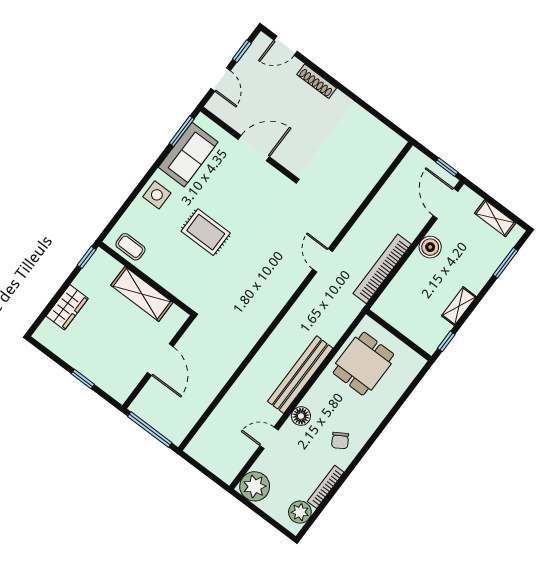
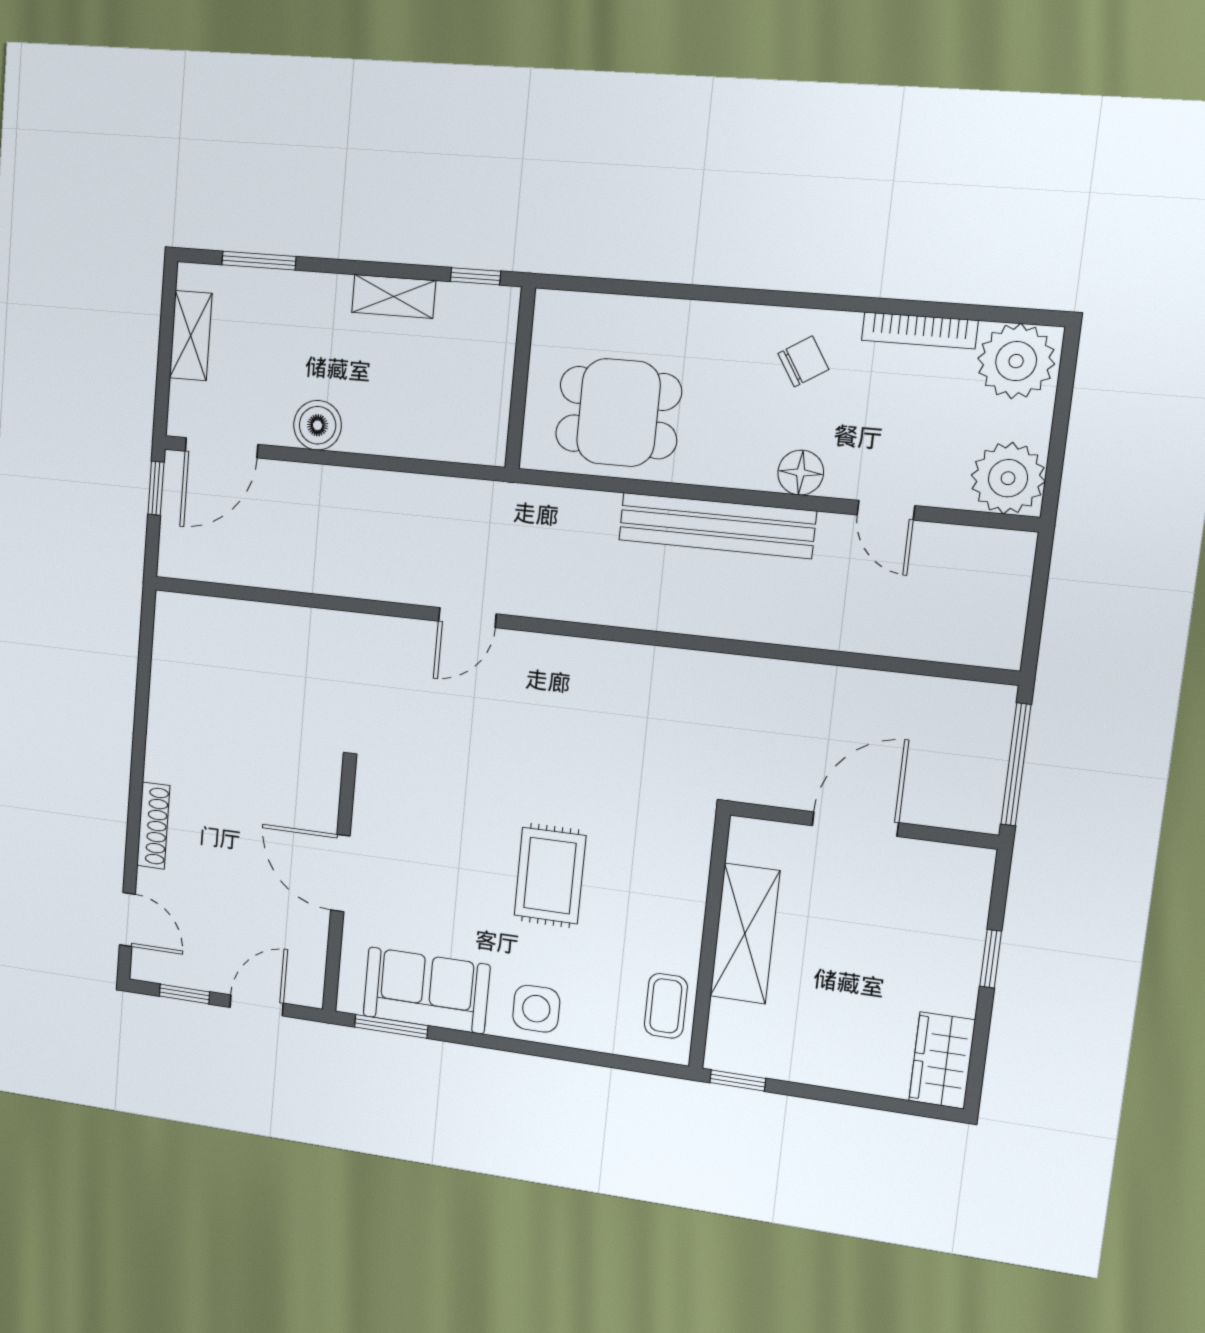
bookcase: (382, 269) -> (414, 492), removed
wardrobe: (67, 307) -> (942, 1060), moved, turned -90
plant: (300, 512) -> (1016, 361), width x1.36, depth x1.36

